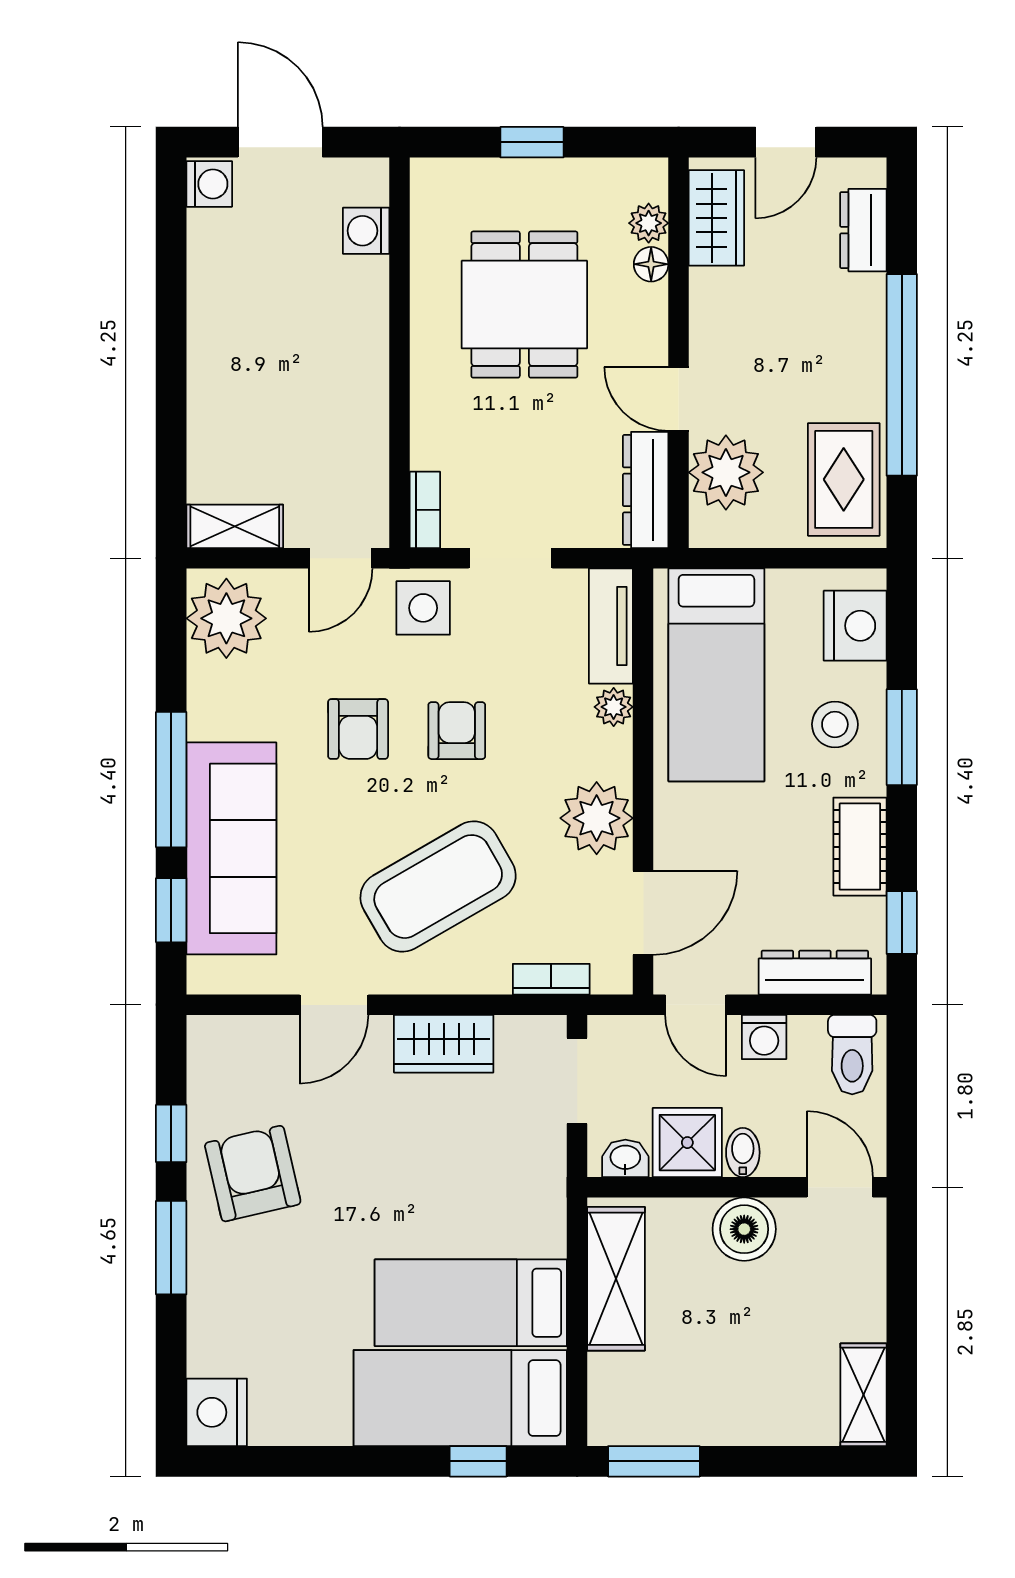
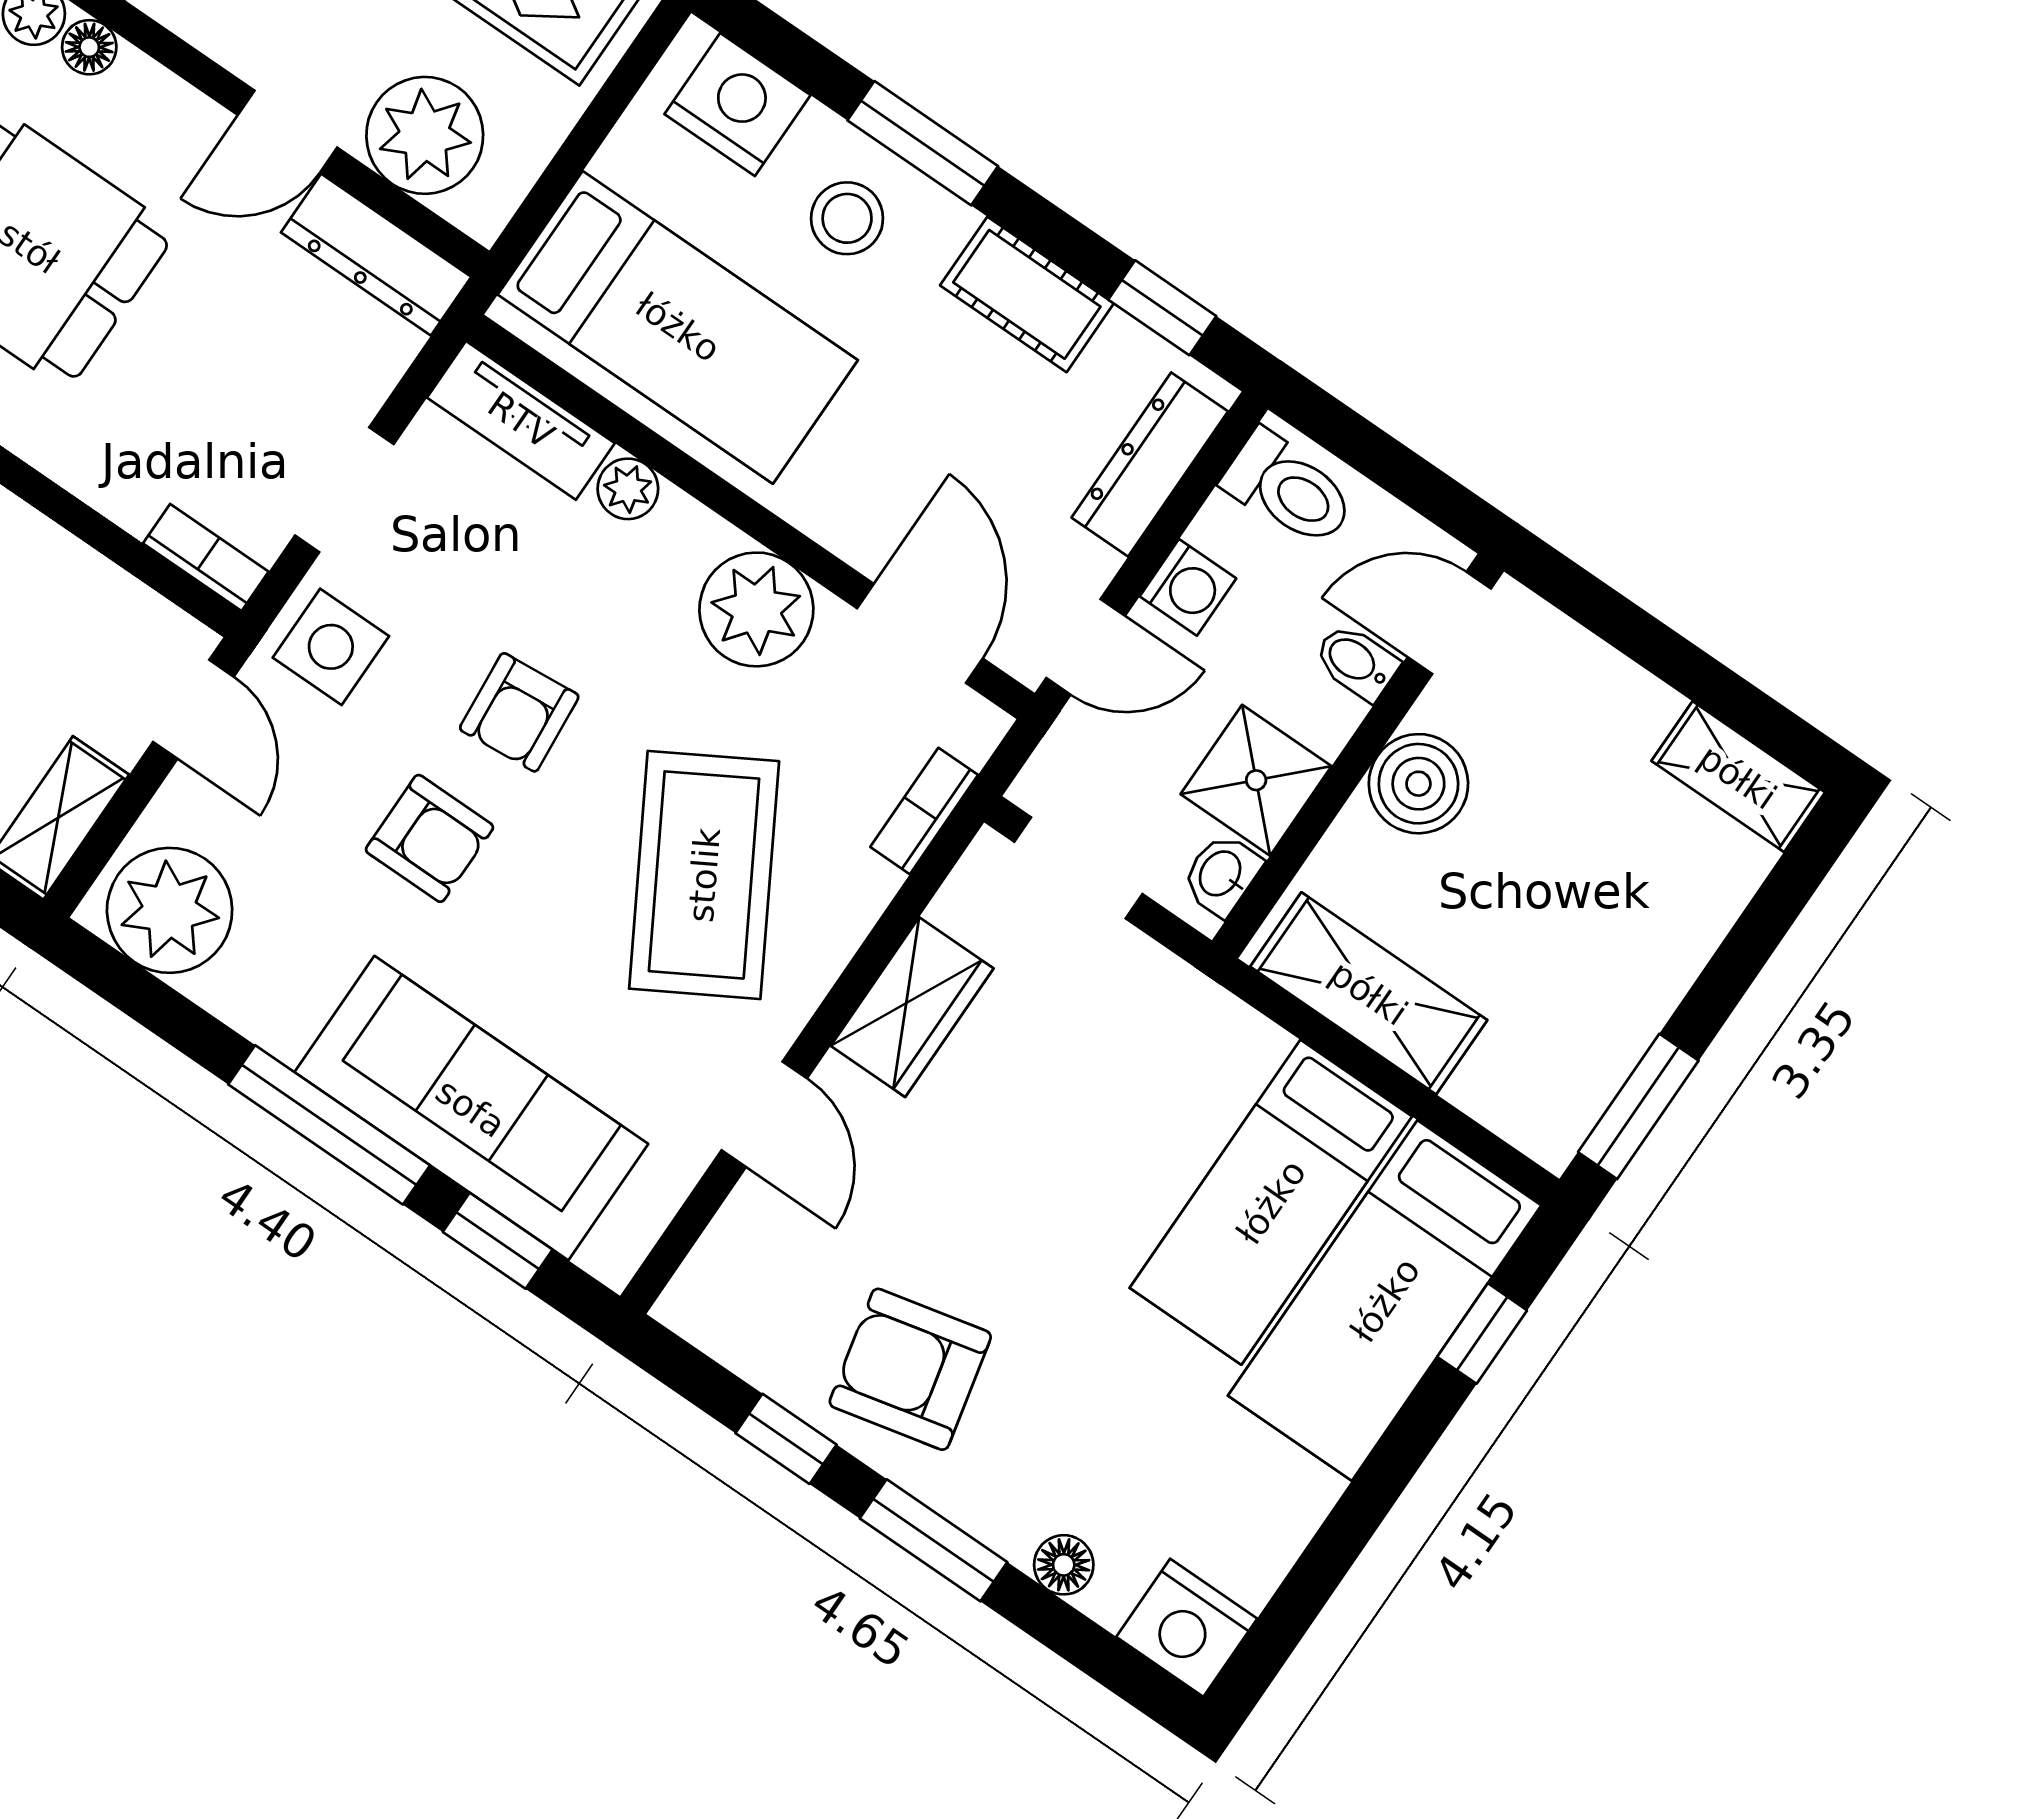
armchair: (457, 731) -> (519, 712), turned -95
bidet: (743, 1152) -> (1356, 662), moved
floor lamp: (205, 1325) -> (1064, 1565), added

